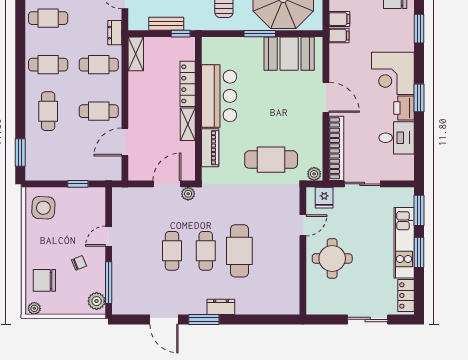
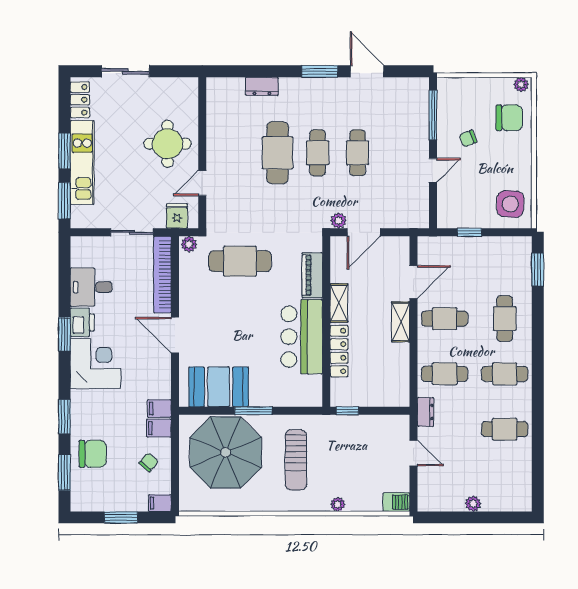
bench: (166, 24) -> (364, 422), removed
shelving: (136, 54) -> (401, 322), moved
plant: (97, 301) -> (447, 93), removed
dresser: (221, 307) -> (262, 86), moved

